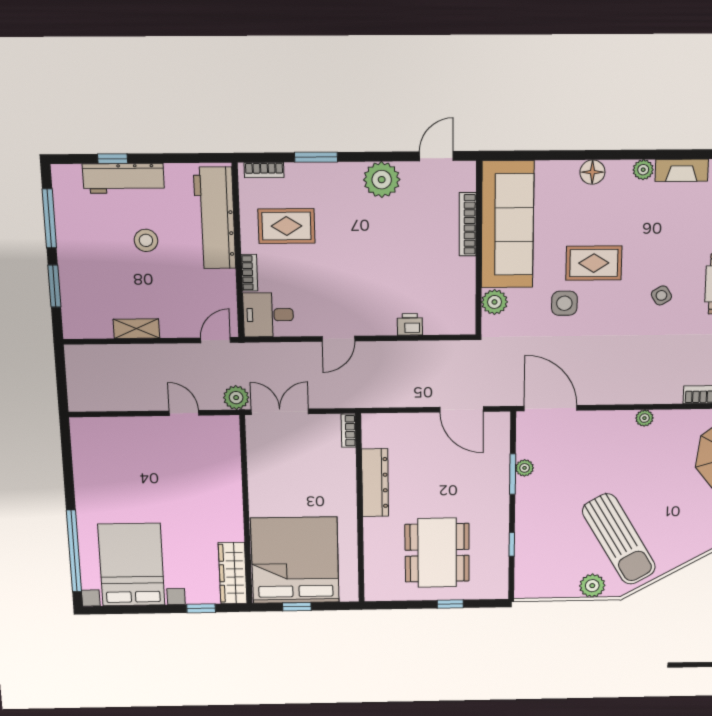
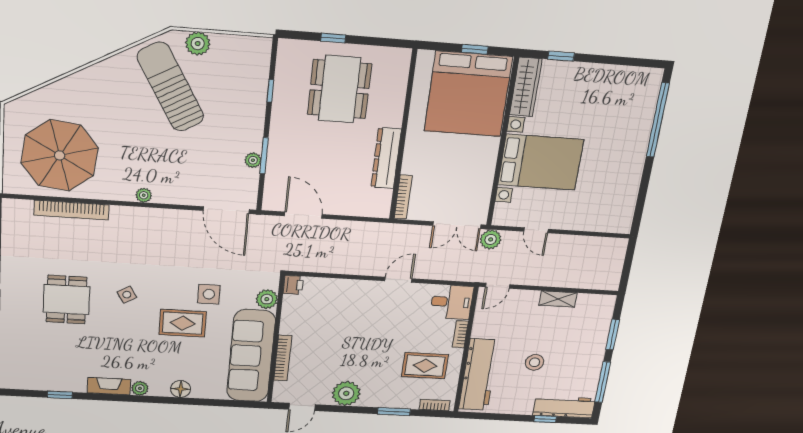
workbench: (123, 178) -> (564, 407), moved
printer: (410, 324) -> (293, 285), moved, turned -90
bookcase: (348, 431) -> (403, 197), width x1.56
bed with nightstands: (131, 565) -> (541, 162), moved, turned -90

